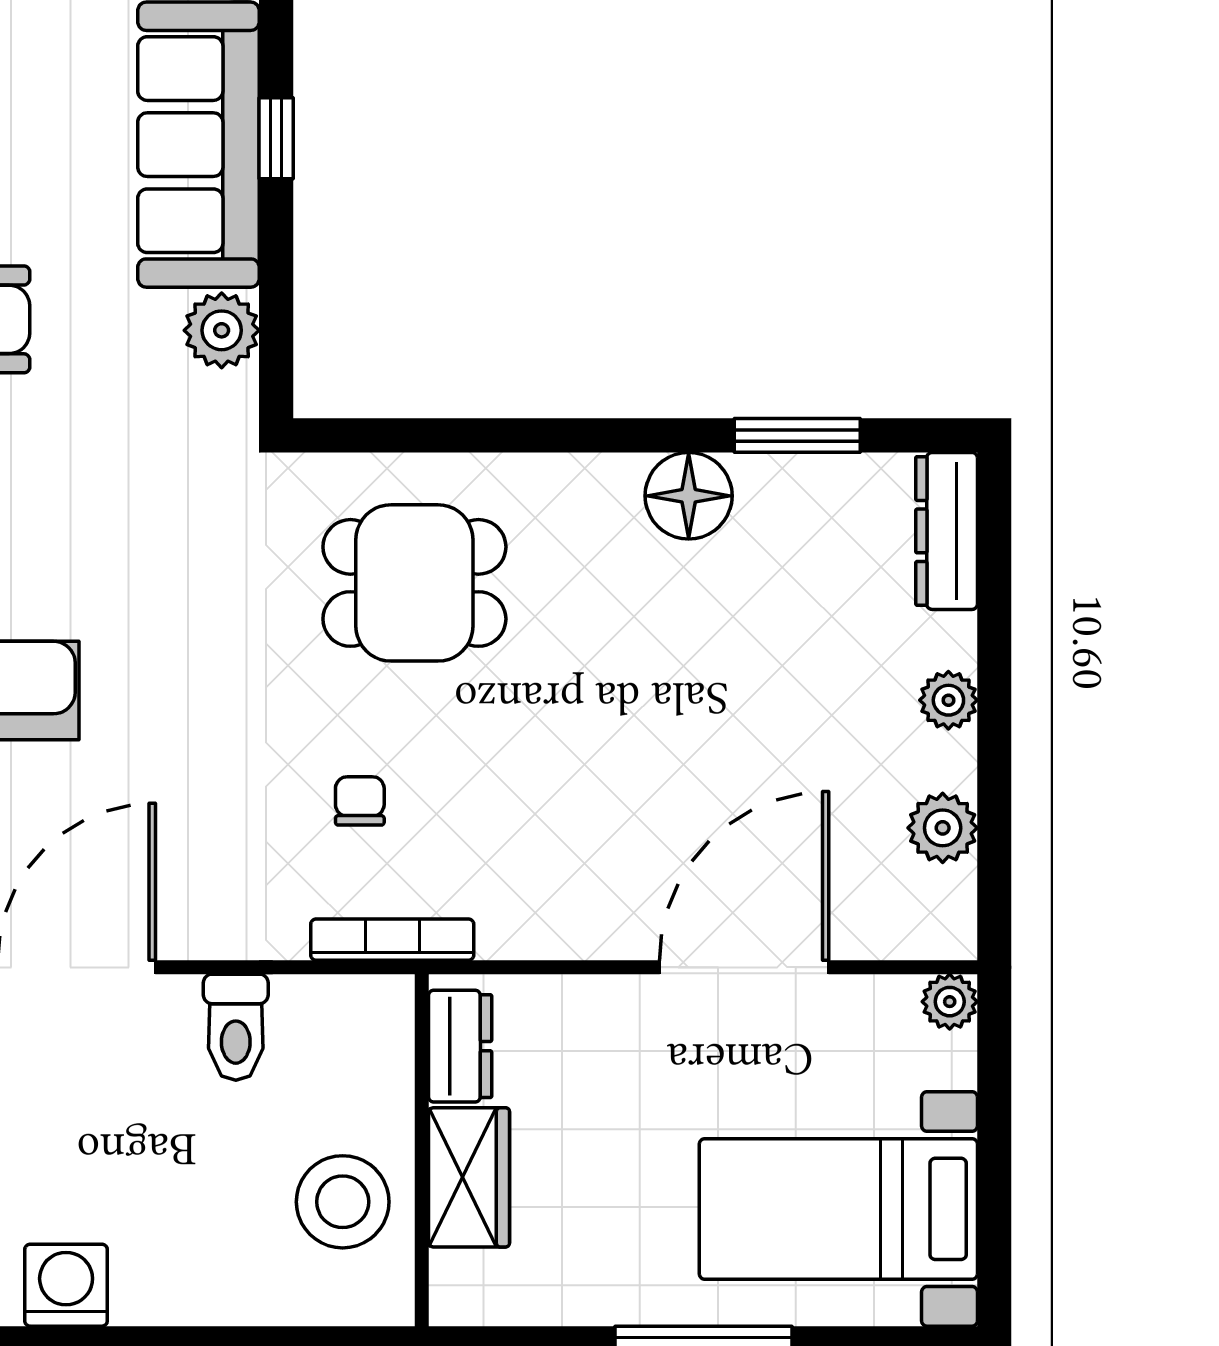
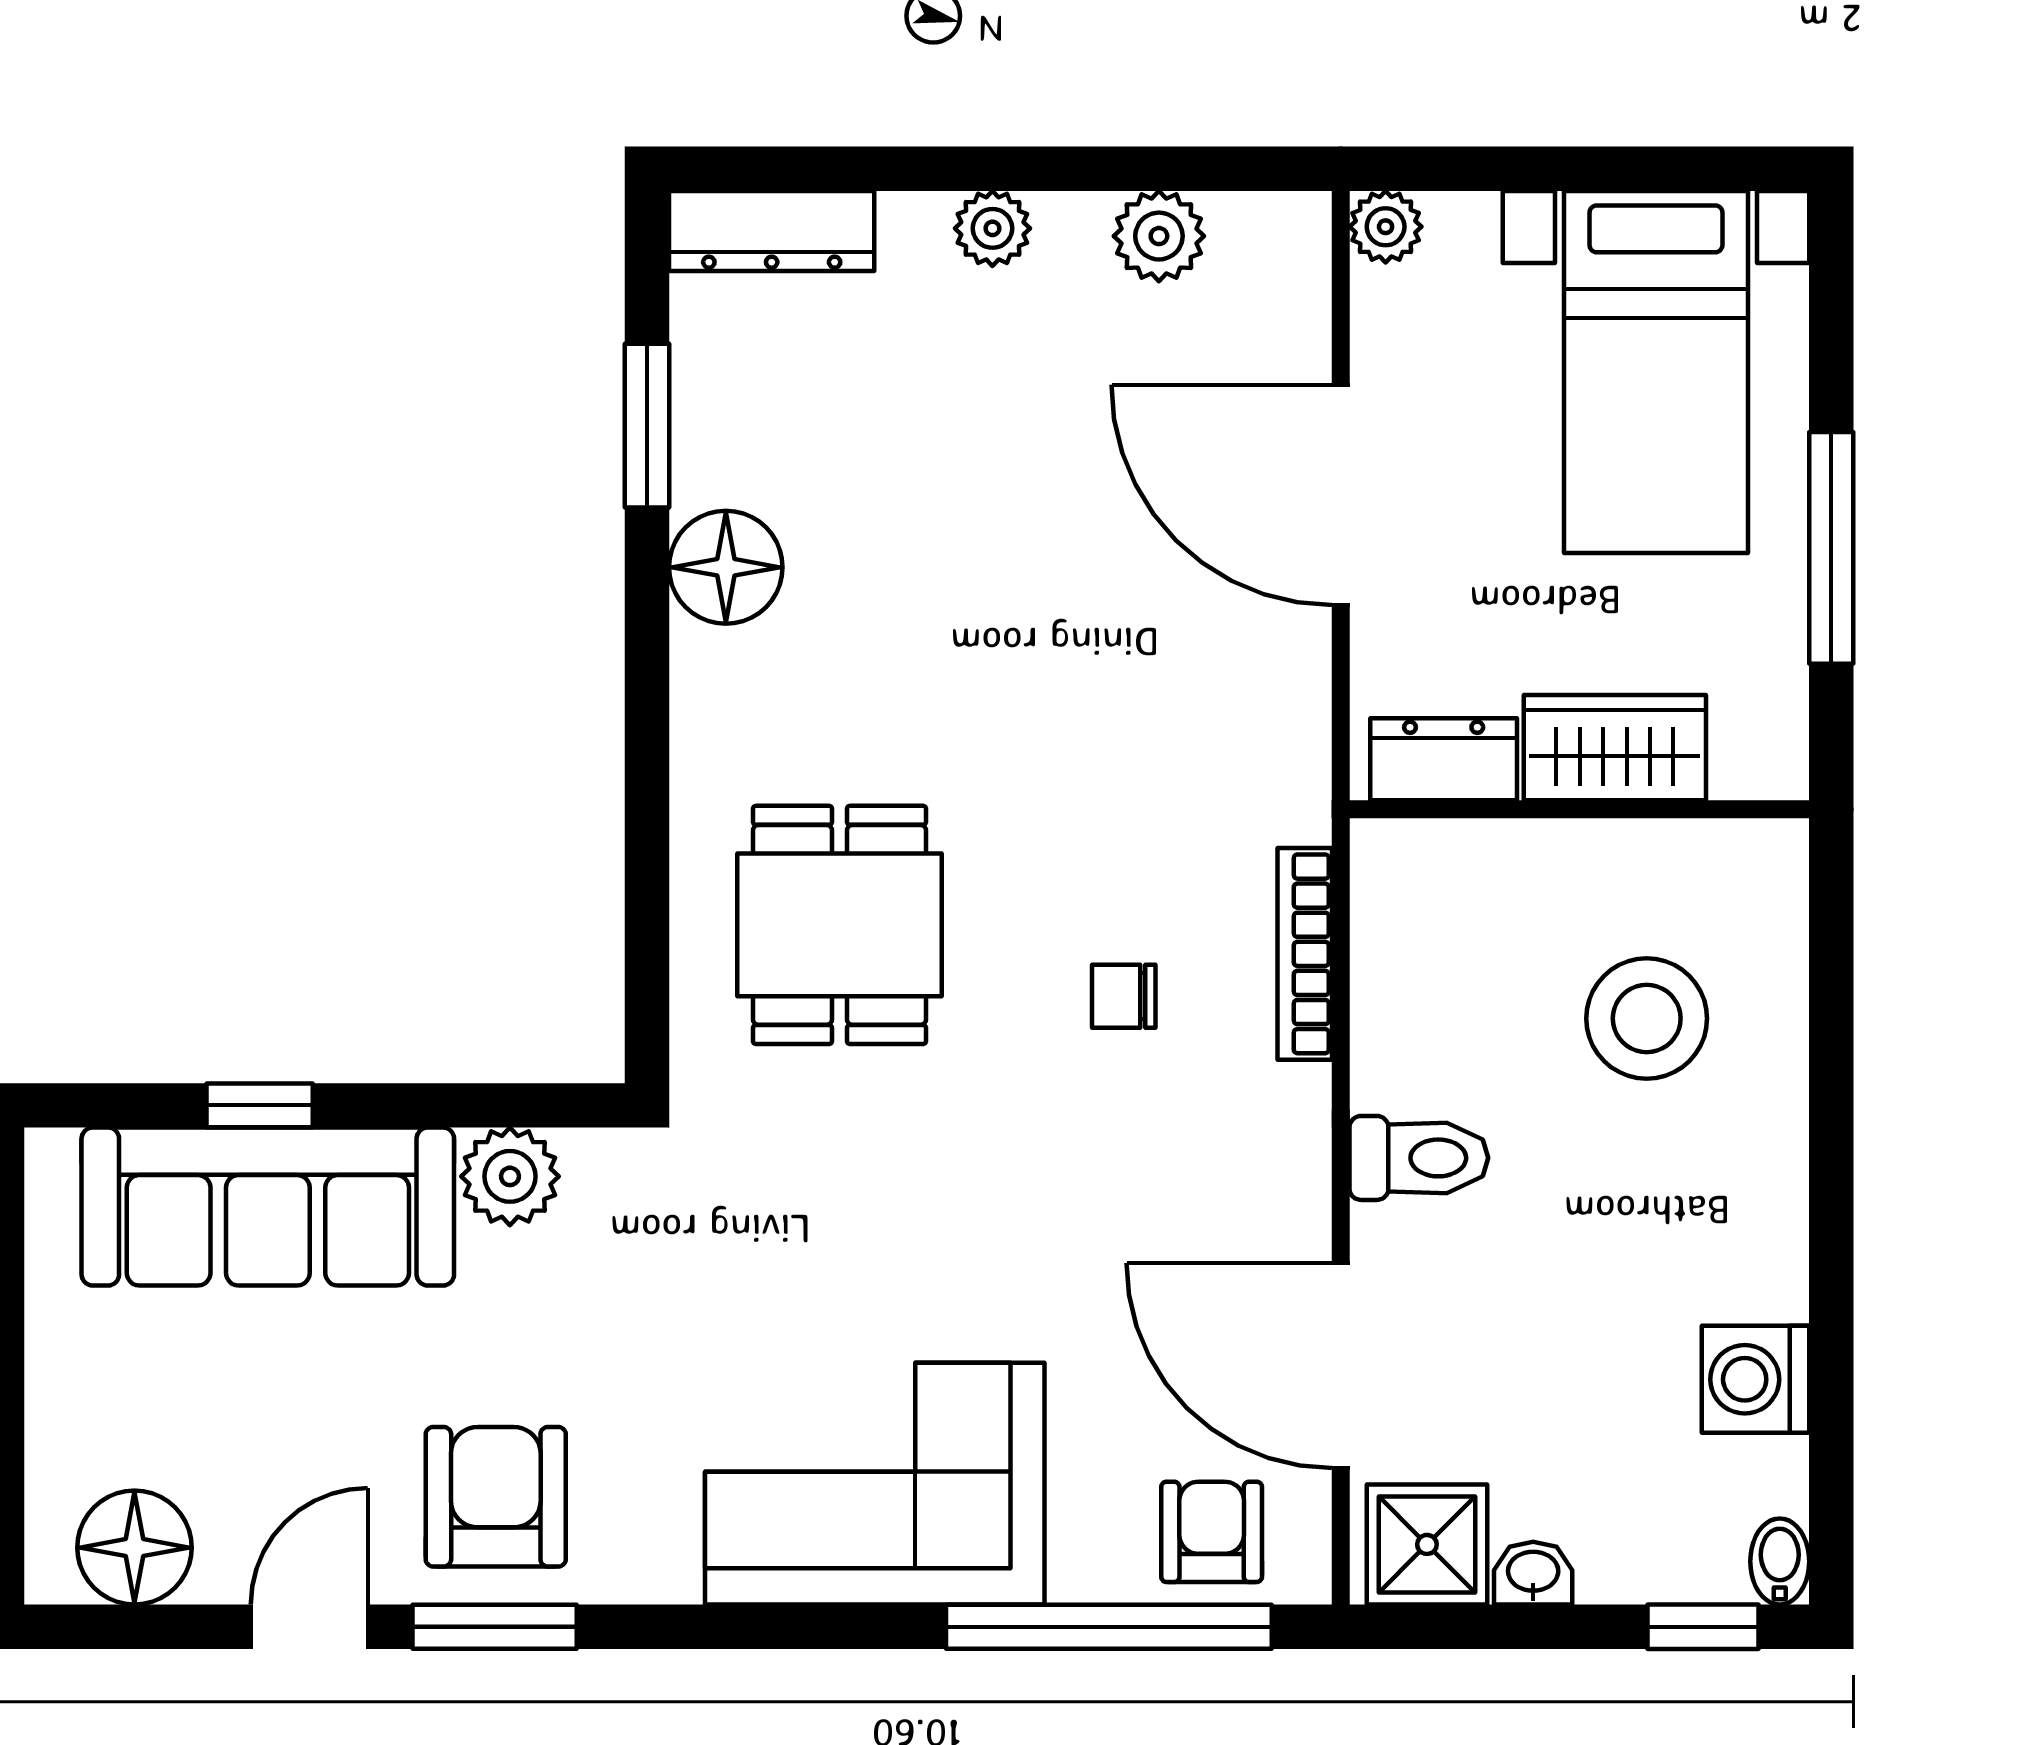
dresser: (460, 1046) -> (1444, 759), moved
wall: (422, 1150) -> (1579, 809), moved
wardrobe: (469, 1177) -> (1615, 748), moved

